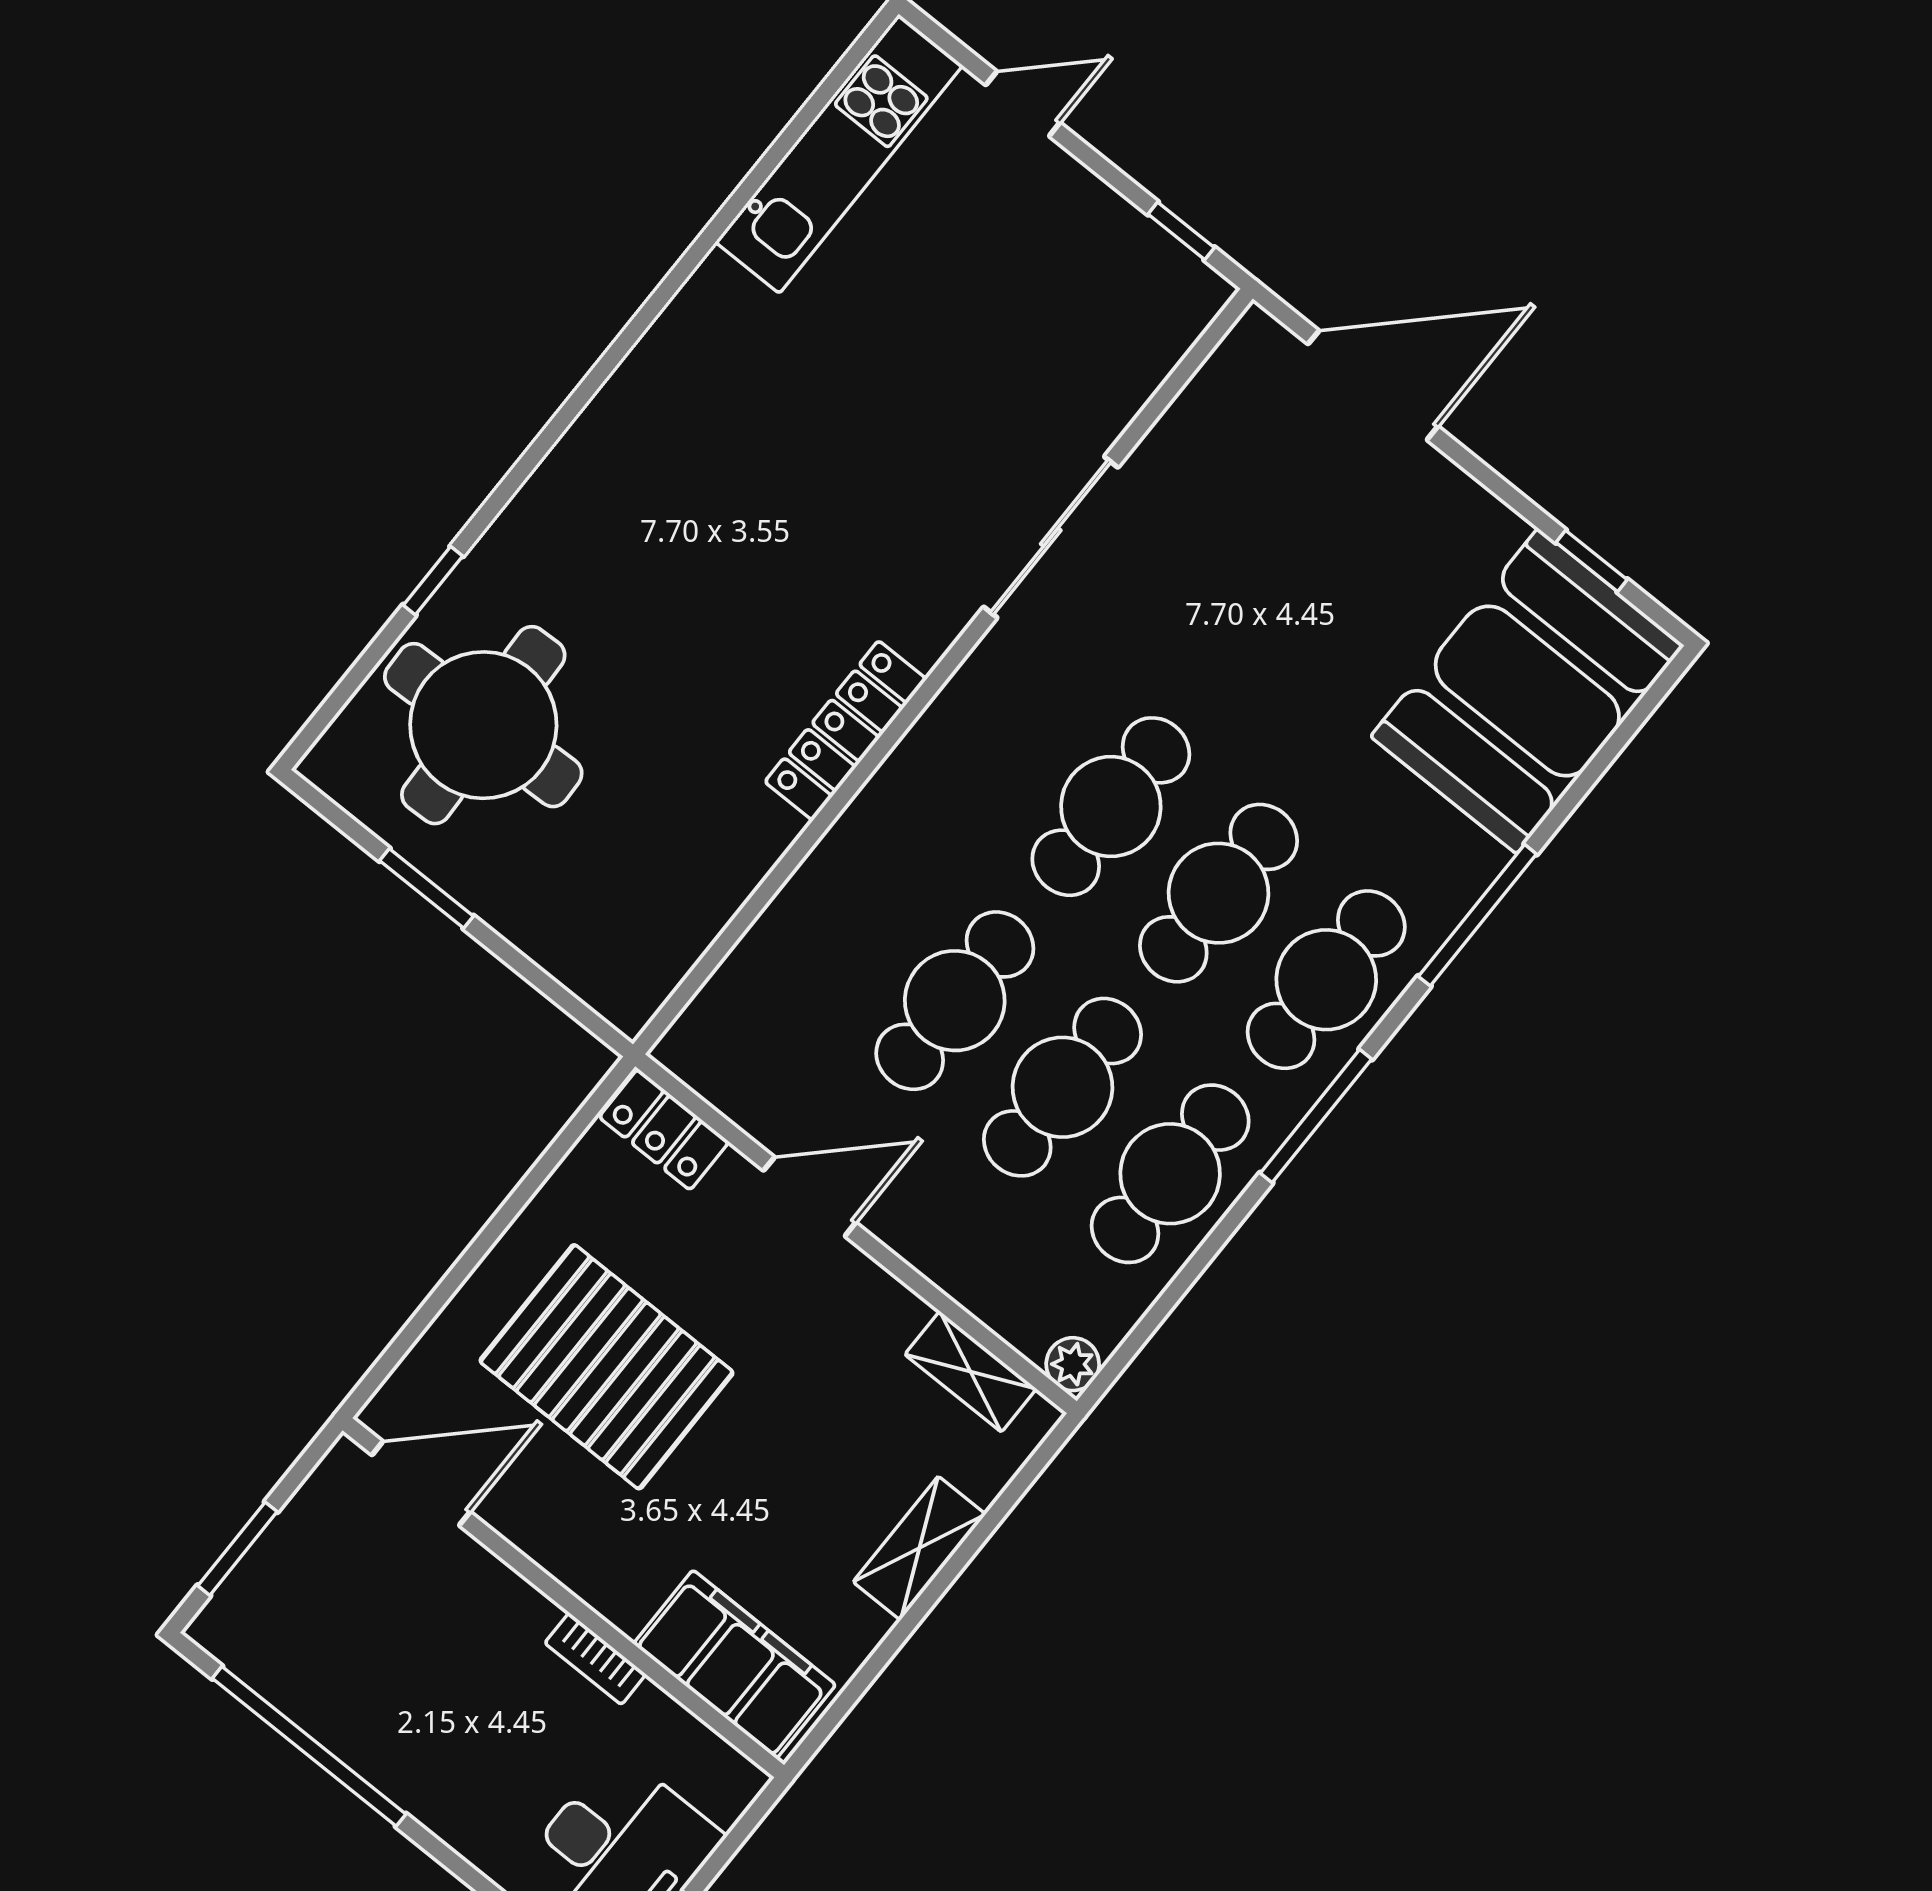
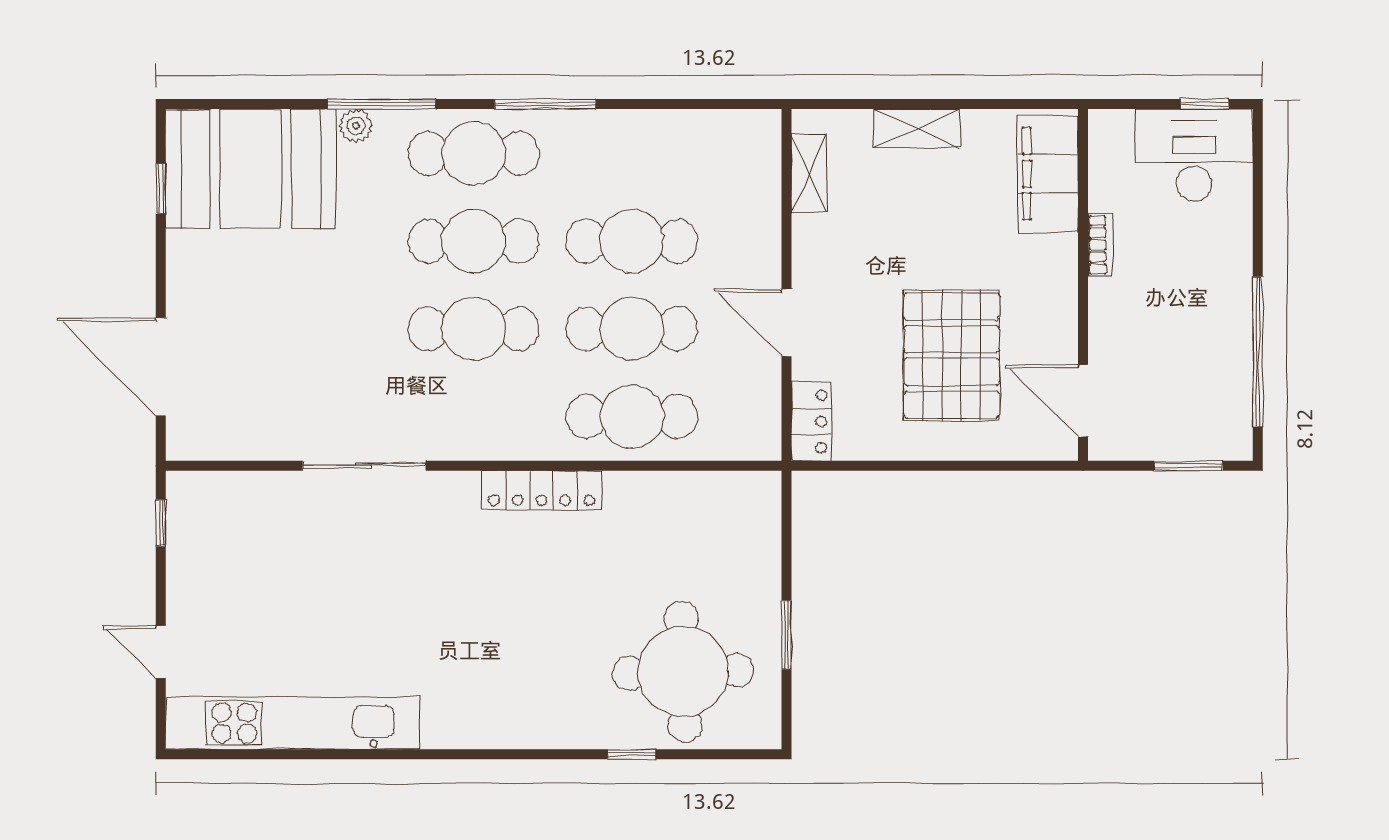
kitchen unit: (839, 154) -> (293, 723), width x1.36
cafe table: (1170, 1174) -> (632, 416), moved
plant: (1073, 1364) -> (356, 126), moved

